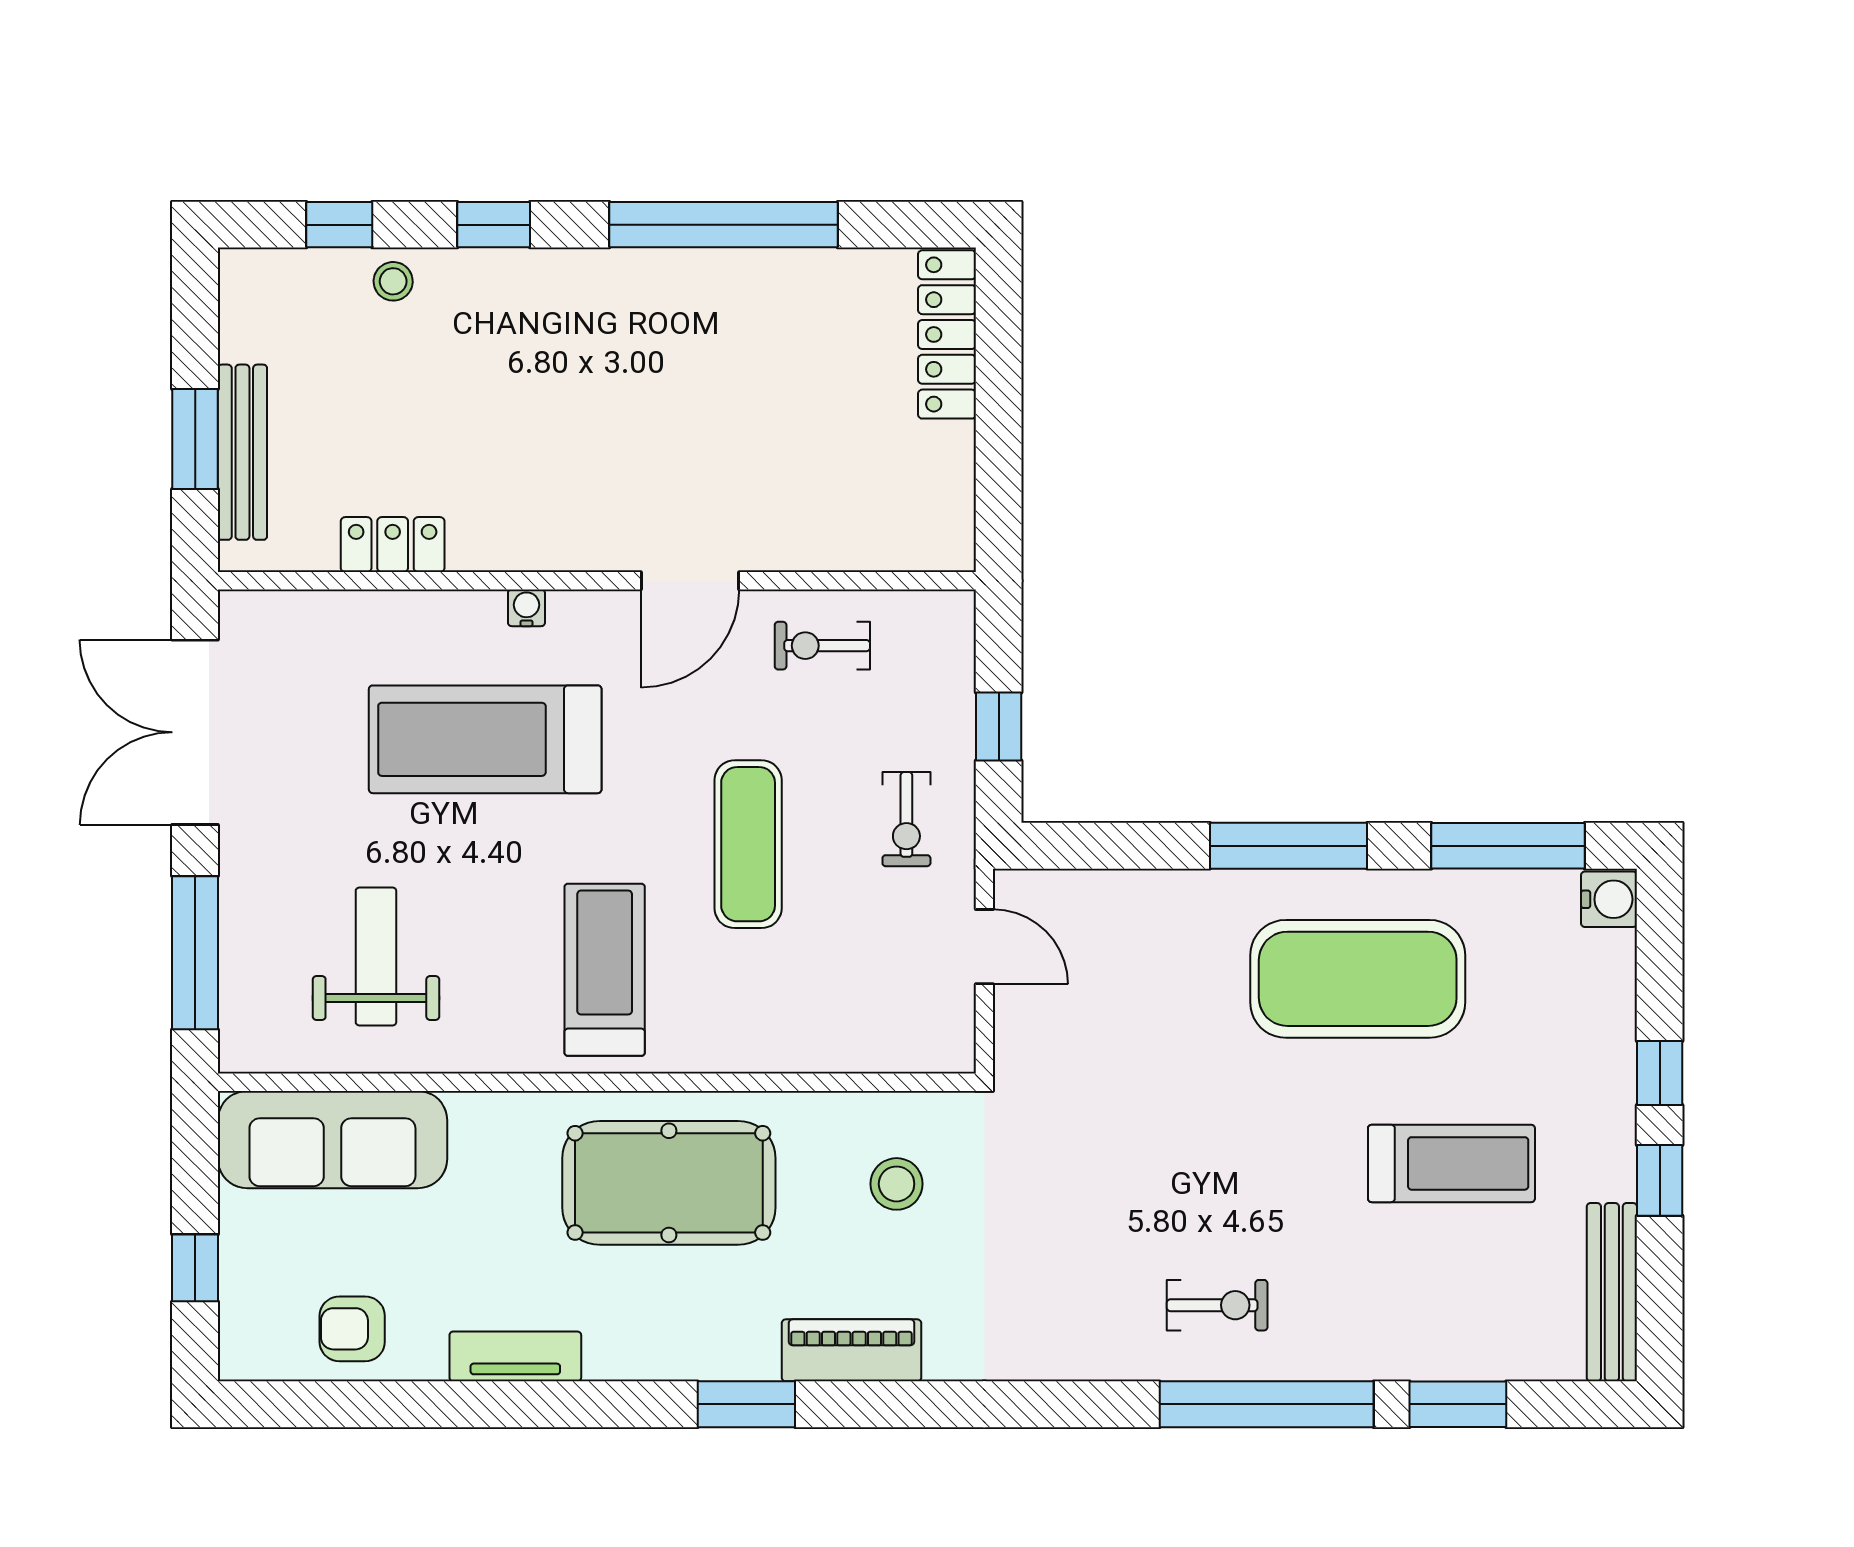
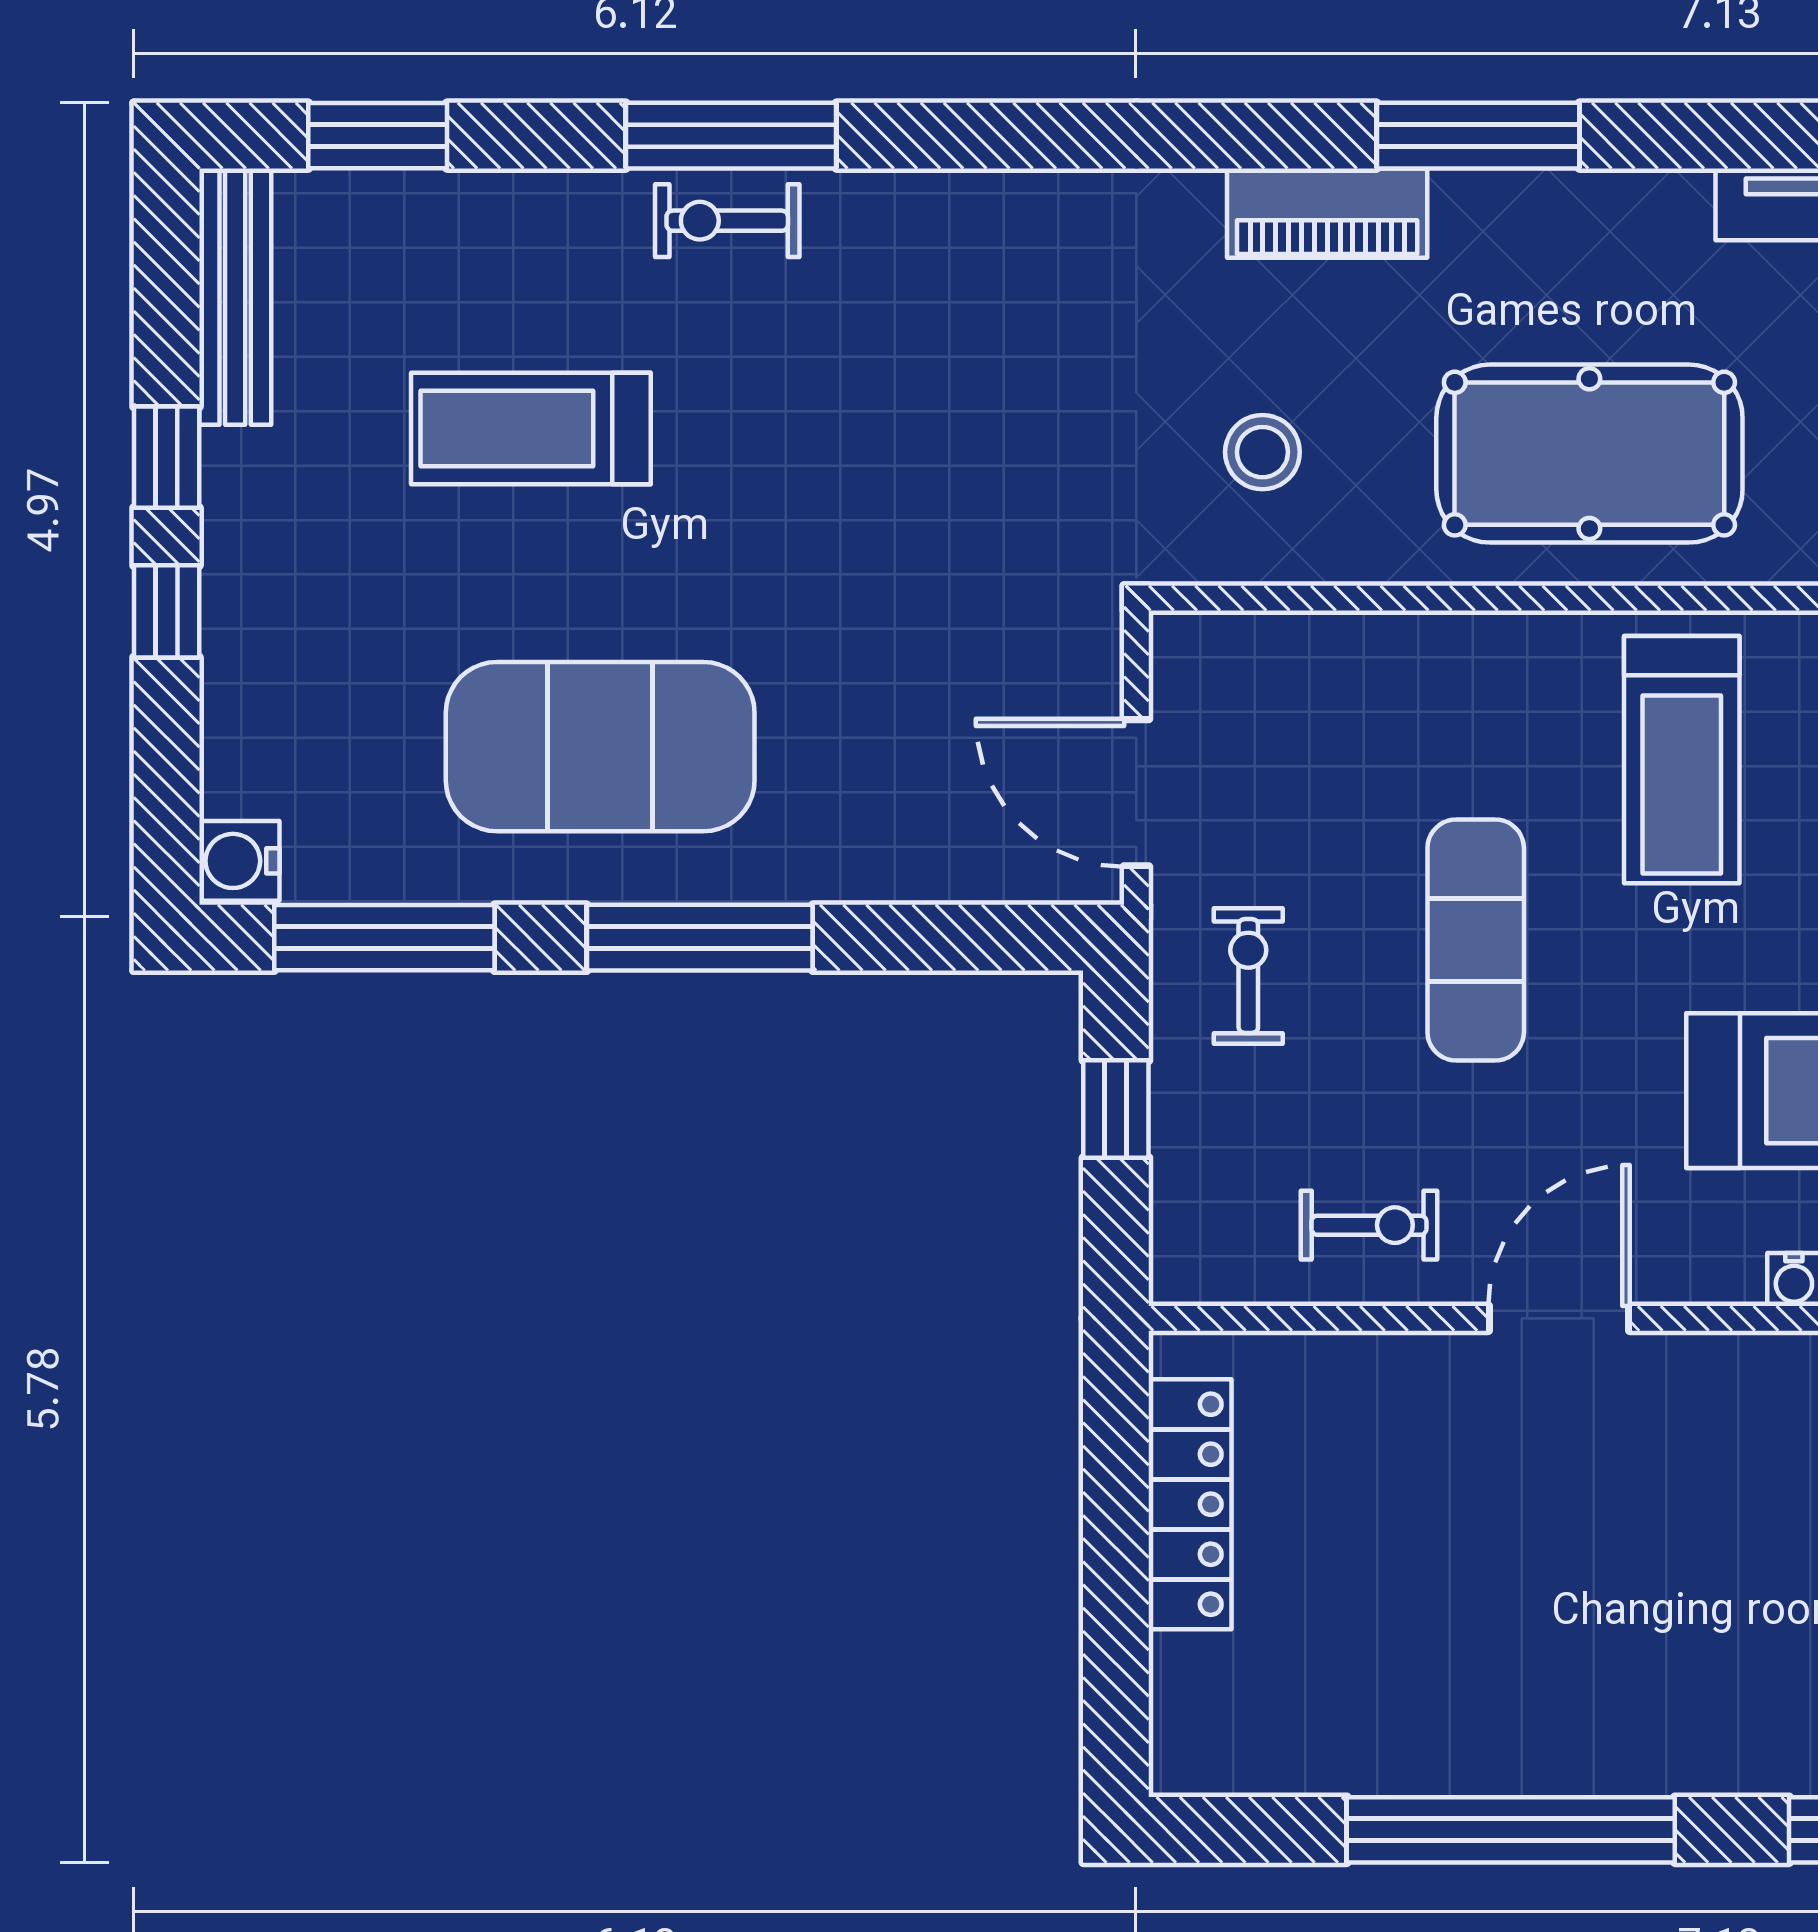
locker: (947, 334) -> (1190, 1504), moved
door: (984, 947) -> (1136, 793), width x1.38
treadmill: (1451, 1163) -> (531, 428), moved
exercise bike: (1217, 1305) -> (727, 221), moved
window: (746, 1404) -> (1478, 136), width x1.44
window: (1267, 1404) -> (731, 136), width x0.68
window: (1458, 1404) -> (378, 136), moved

